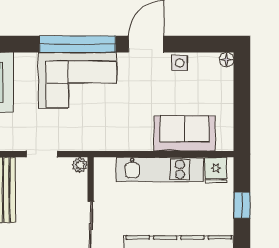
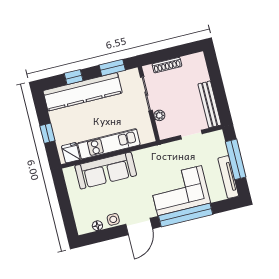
floor lamp: (226, 60) -> (97, 226), moved
sofa: (184, 133) -> (106, 171), width x1.36
plant: (80, 165) -> (159, 115), moved

